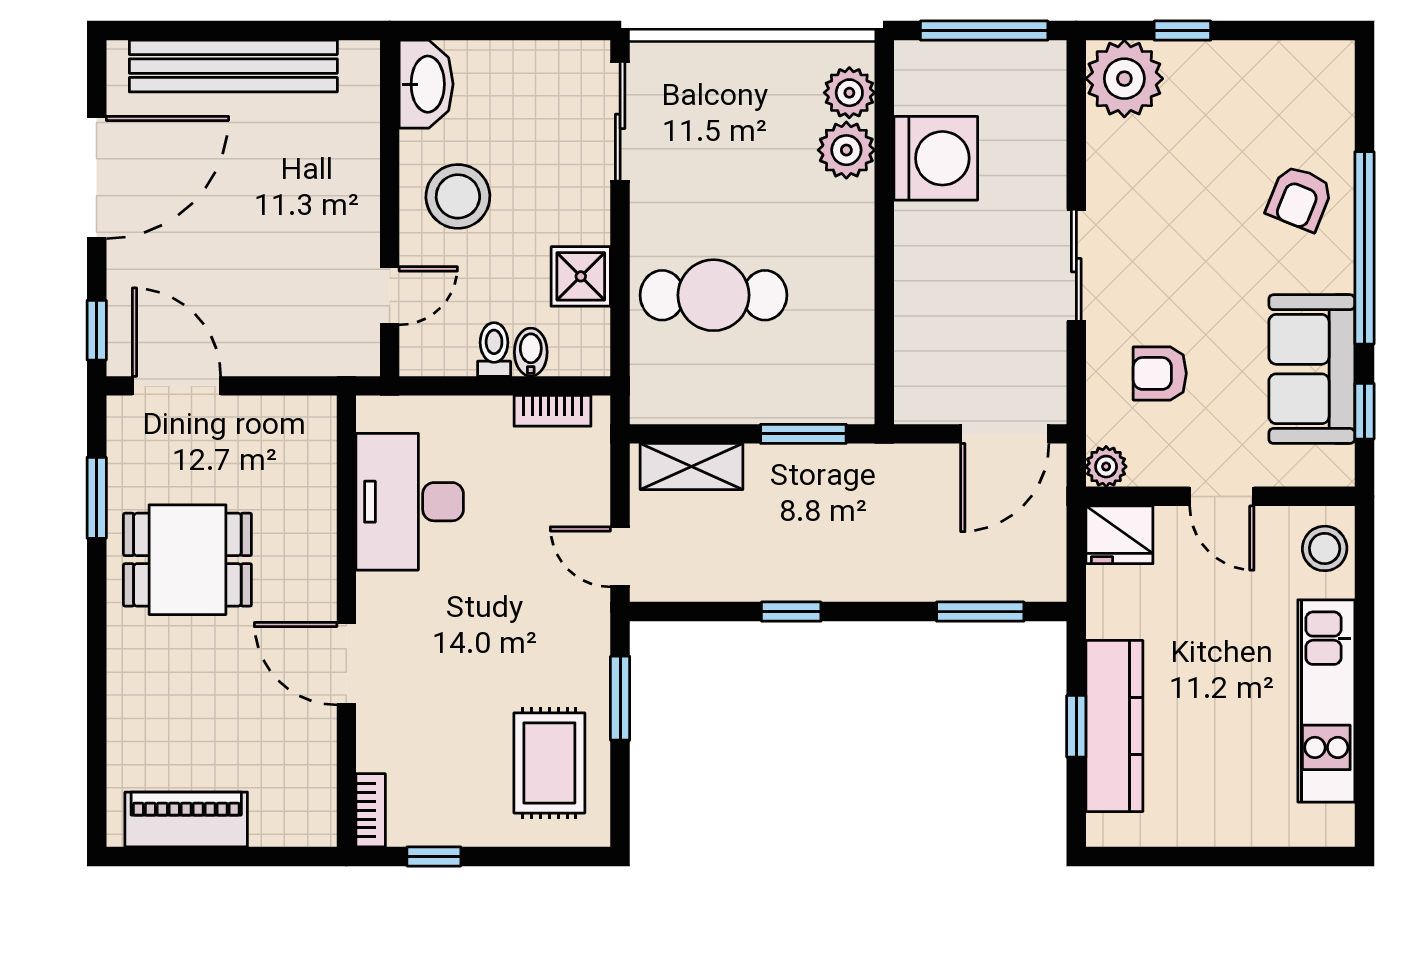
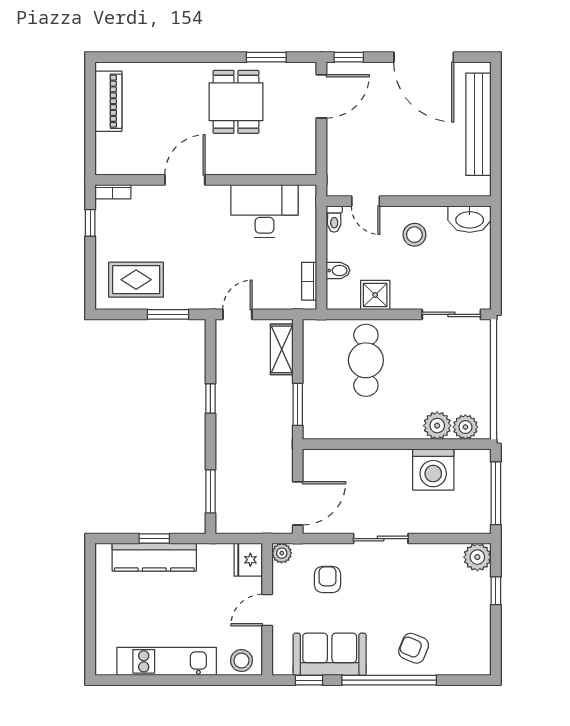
plant: (1124, 79) -> (477, 557), width x0.73, depth x0.73
stool: (458, 196) -> (414, 235), width x0.73, depth x0.73
toilet: (494, 349) -> (334, 219), moved, turned 90
door: (1005, 434) -> (298, 503), swing flipped

